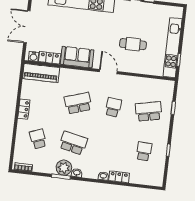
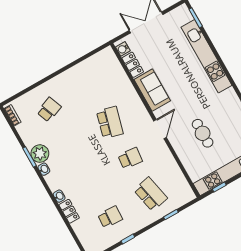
piano: (41, 73) -> (112, 67), removed
school desk: (78, 103) -> (110, 122), turned 33
locker: (24, 109) -> (67, 76), removed
school desk: (73, 143) -> (69, 145), removed

